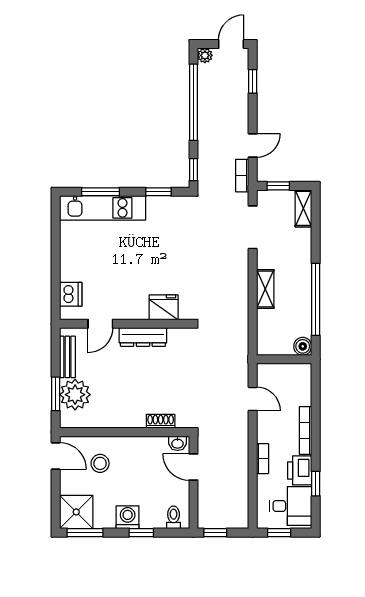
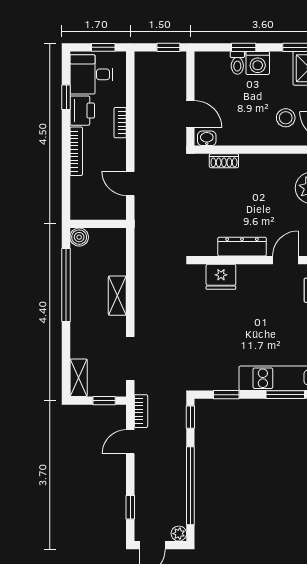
toilet: (174, 517) -> (237, 63), moved

